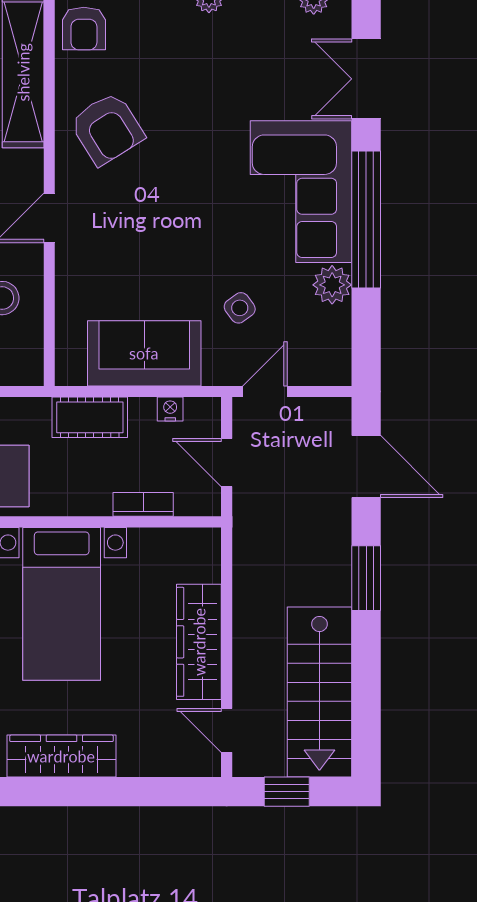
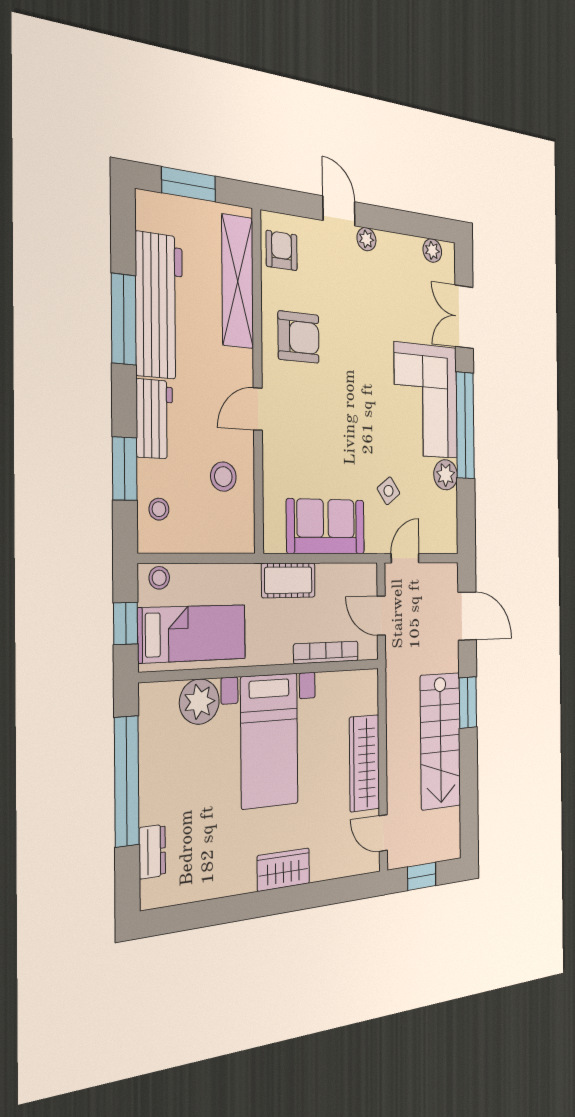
armchair: (84, 29) -> (282, 251), turned 180
armchair: (107, 129) -> (299, 337), turned -58
nightstand: (170, 409) -> (344, 573), removed
bookcase: (143, 504) -> (326, 652), width x1.56
stairs: (319, 692) -> (440, 741), moved
wardrobe: (61, 756) -> (283, 870), width x0.67

